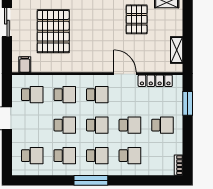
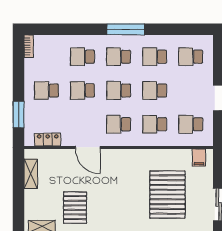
locker: (155, 81) -> (48, 140), width x0.66

